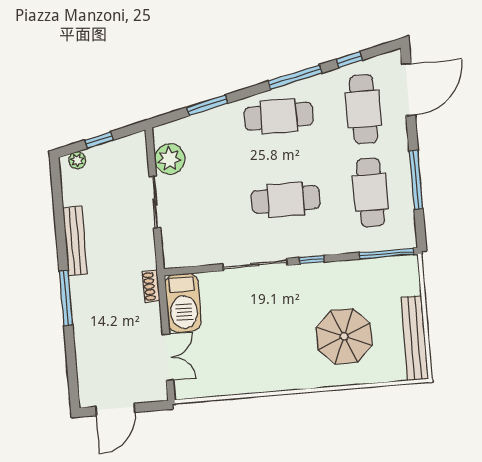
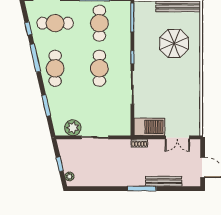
cafe table: (371, 192) -> (99, 23), turned 90
bench: (75, 241) -> (164, 181), moved
double door: (168, 357) -> (177, 137), swing flipped

